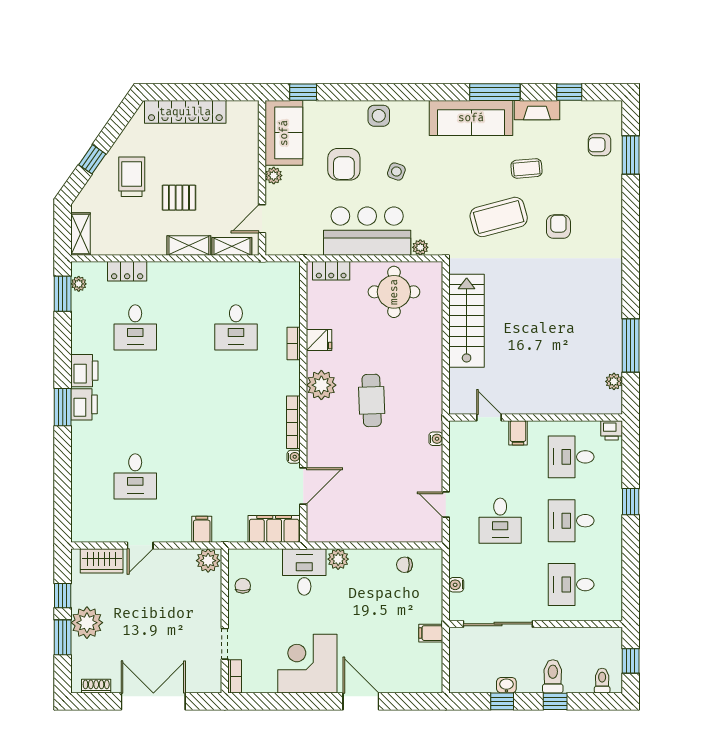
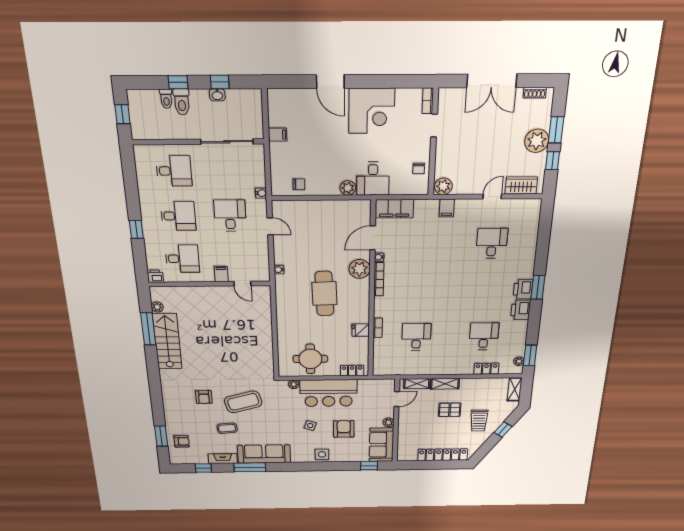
stairs: (467, 321) -> (167, 341), moved, turned 180
plant: (321, 385) -> (360, 269), moved
cafe table: (372, 400) -> (324, 294), width x1.37, depth x1.35
water cooler: (456, 585) -> (261, 193), moved
toilet: (602, 681) -> (166, 99), moved

